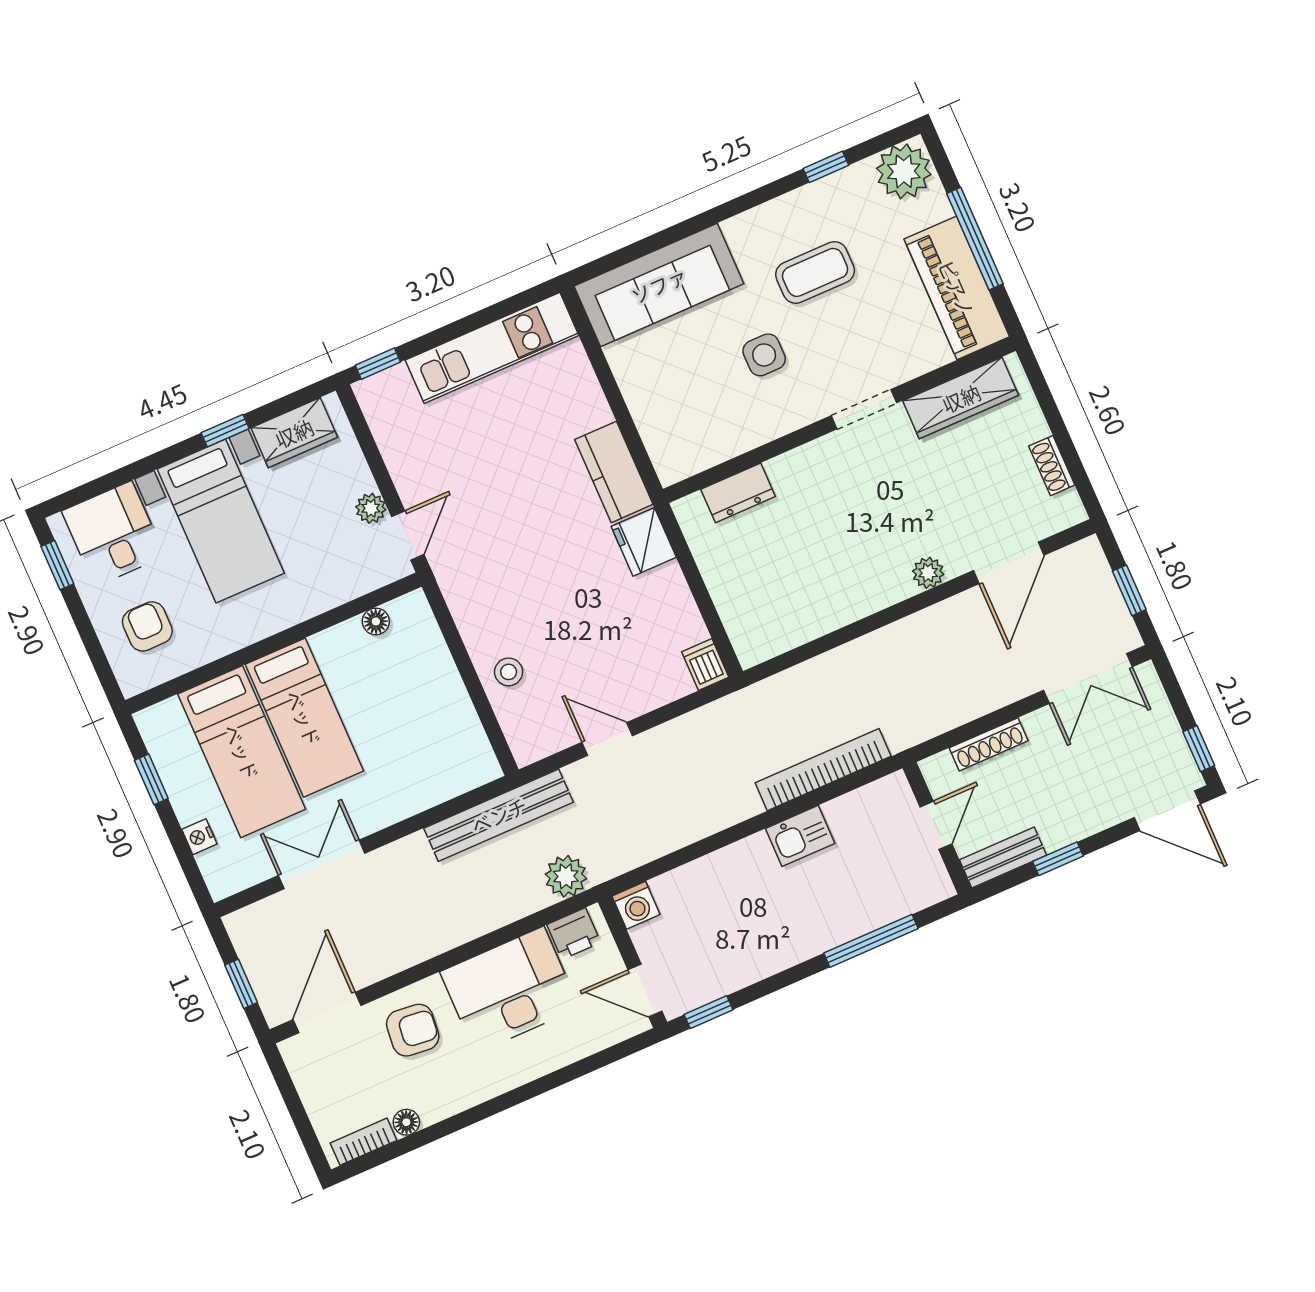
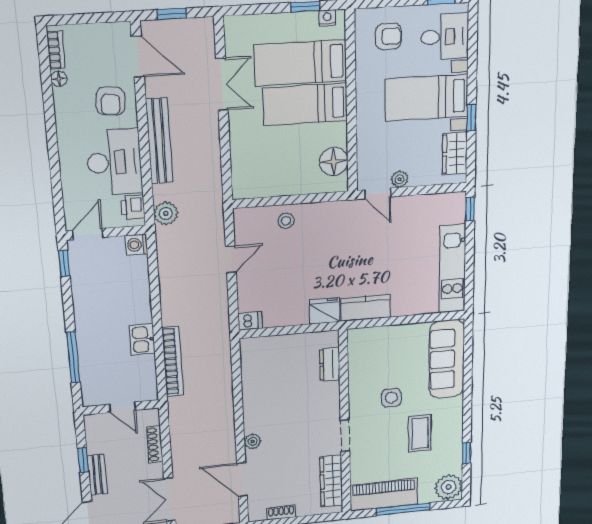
floor lamp: (376, 621) -> (334, 161), width x1.89, depth x1.89
bench: (499, 815) -> (159, 141), moved
nightstand: (199, 837) -> (327, 18), moved
bench: (1003, 857) -> (97, 475), moved

